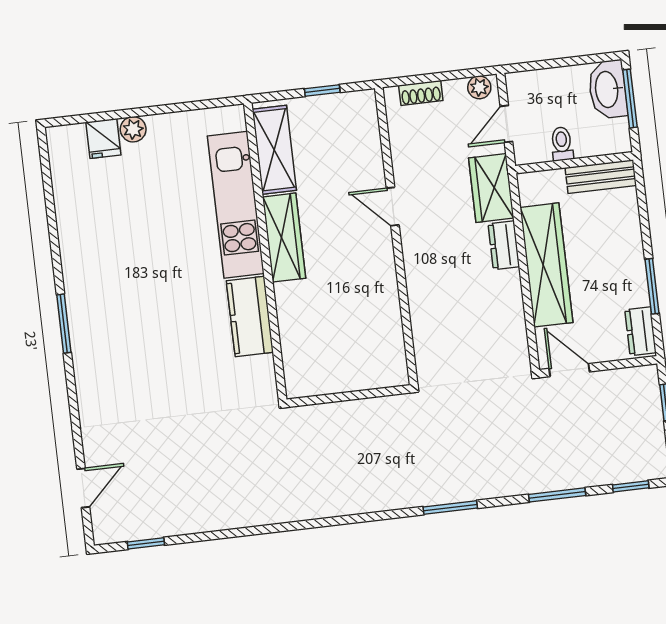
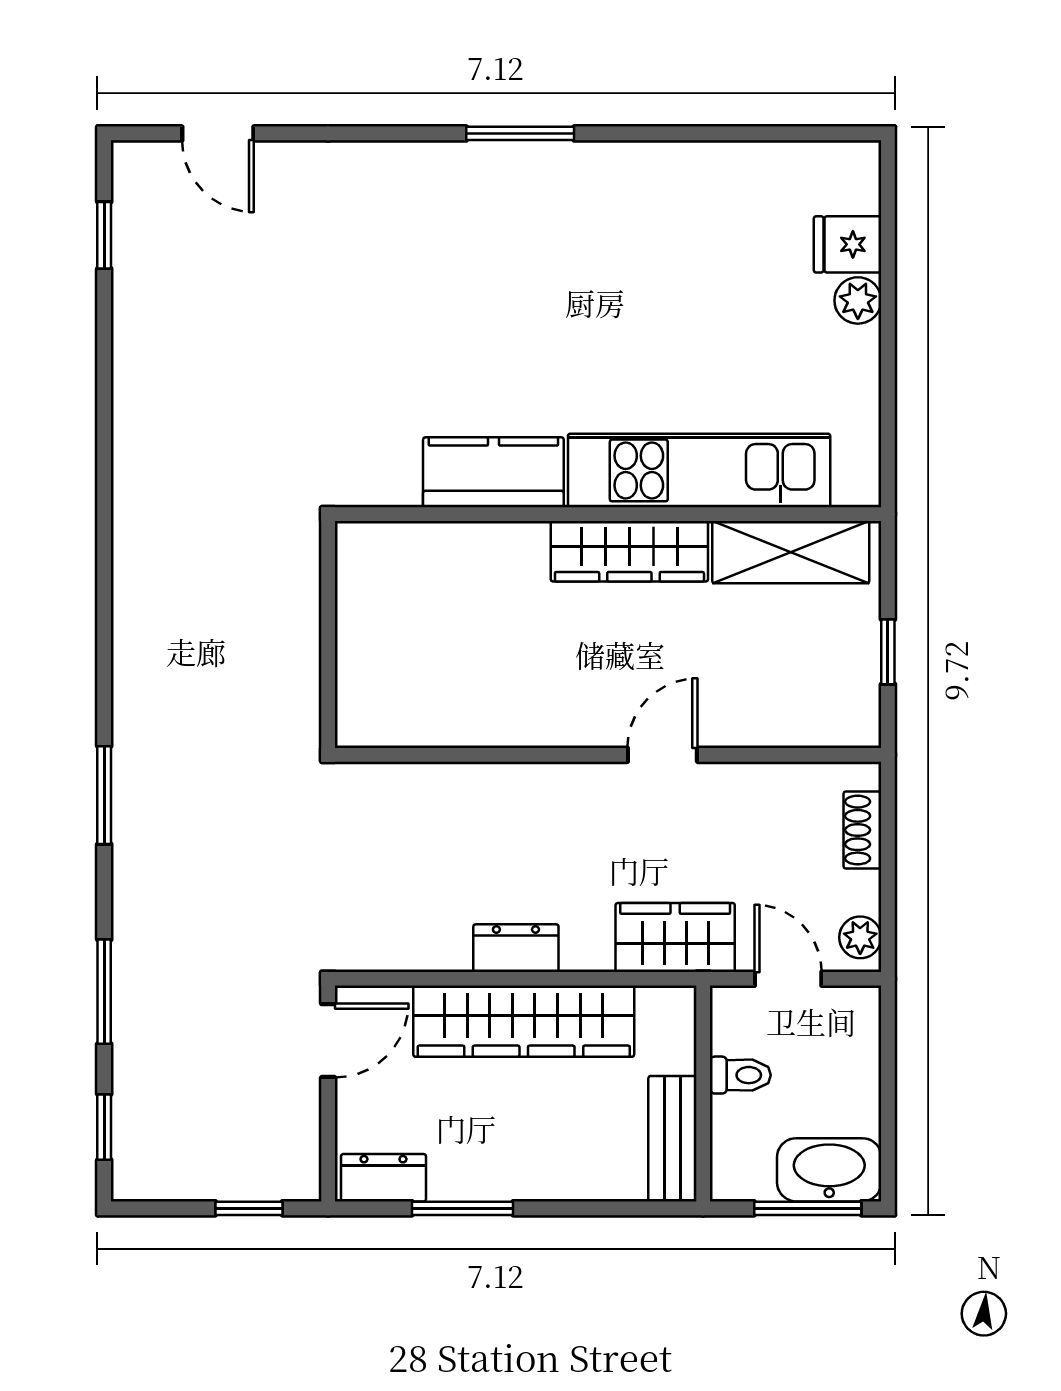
dresser: (504, 245) -> (516, 948), moved

